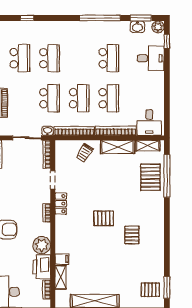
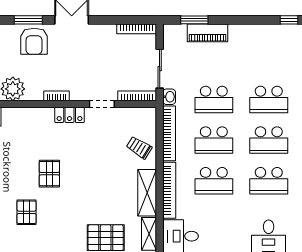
school desk: (20, 58) -> (269, 140), moved
pallet: (132, 235) -> (27, 212), turned 90

